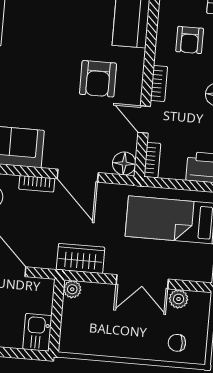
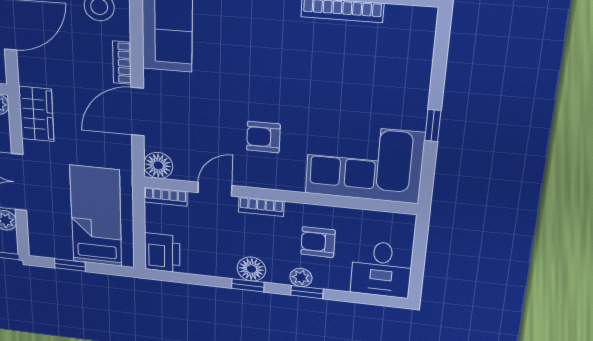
armchair: (98, 79) -> (263, 137), width x0.72, depth x0.72

